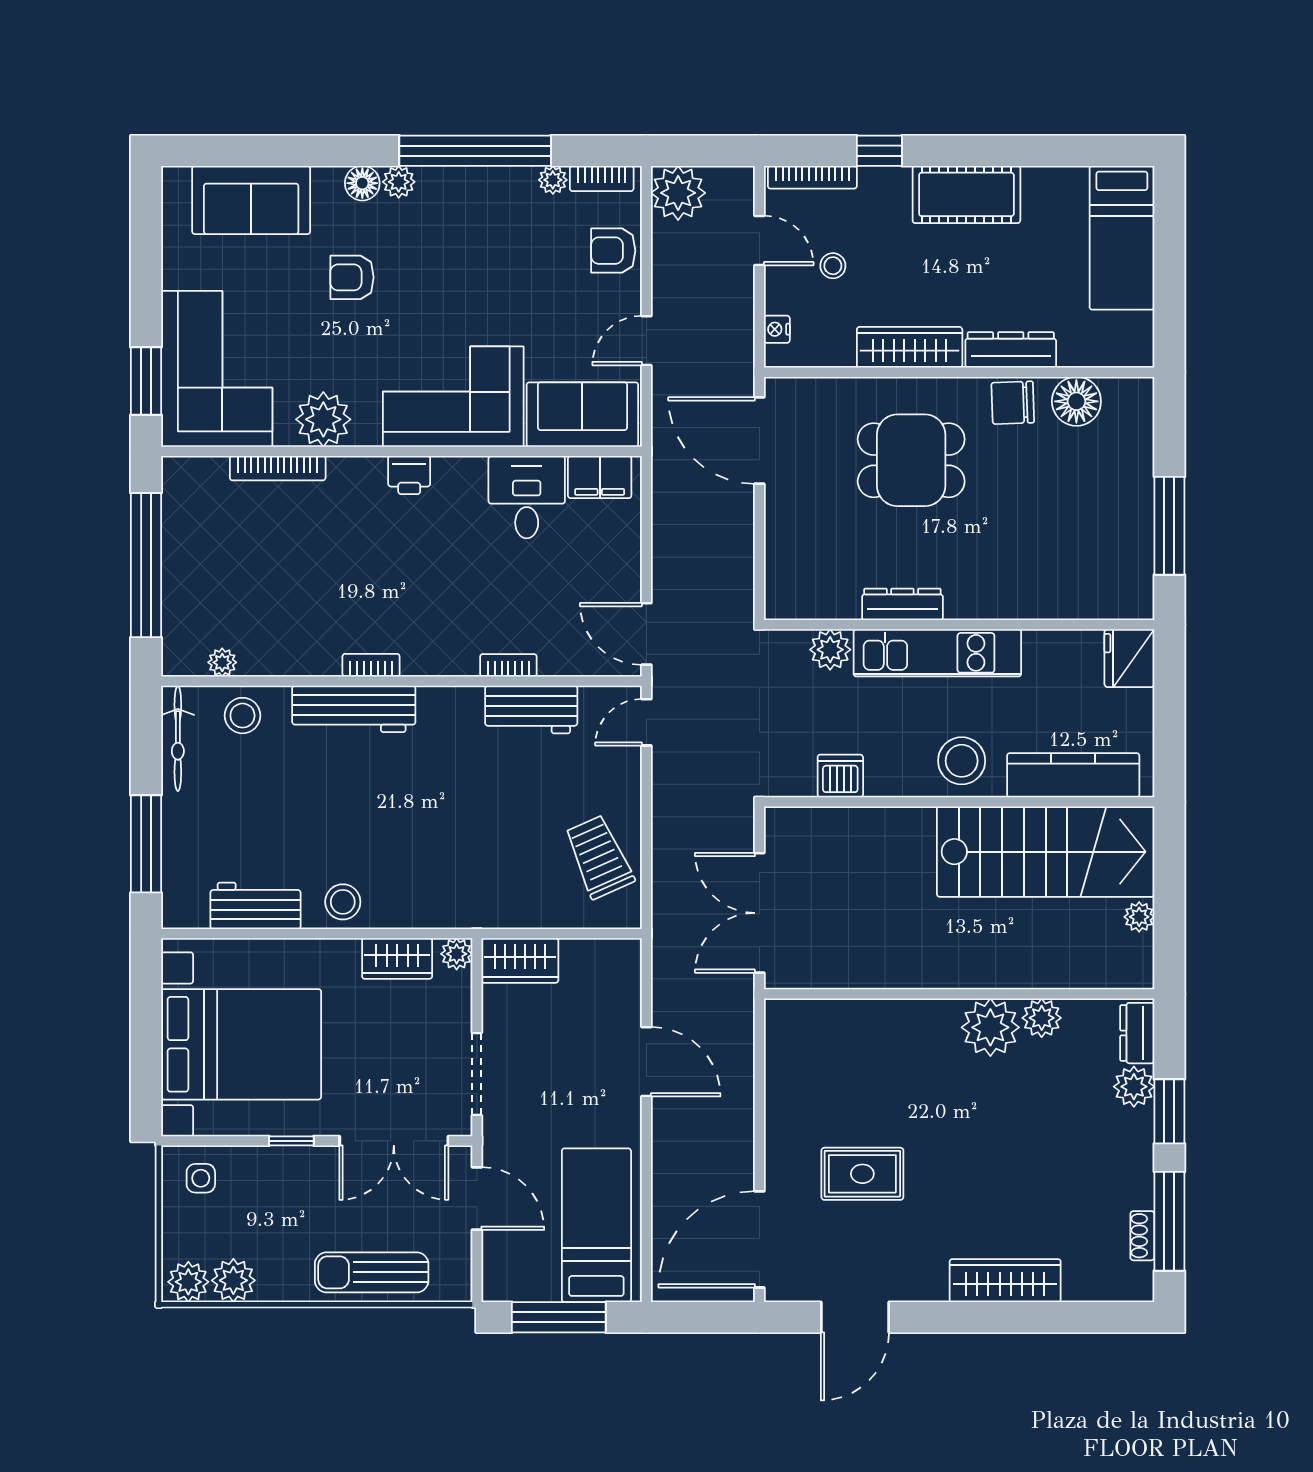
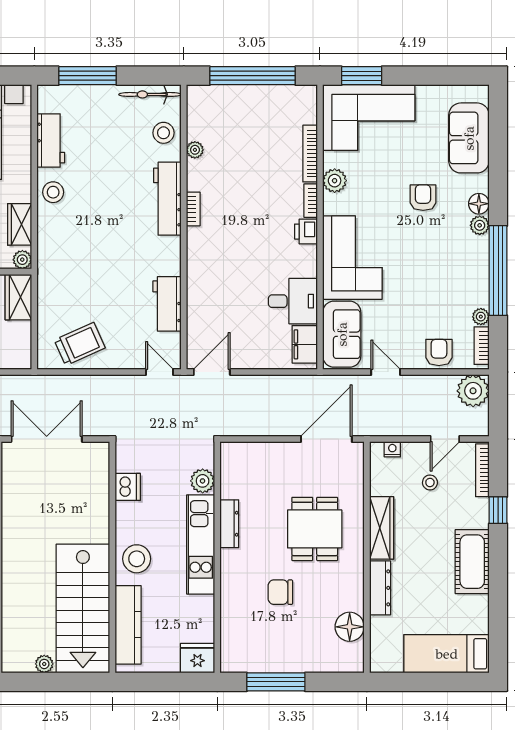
chair: (1013, 403) -> (280, 592), moved, turned -88
plant: (323, 419) -> (335, 181), width x0.73, depth x0.73
plant: (222, 662) -> (195, 150), moved
bookcase: (508, 665) -> (311, 201), moved, turned 180

